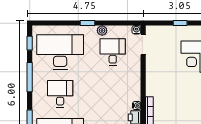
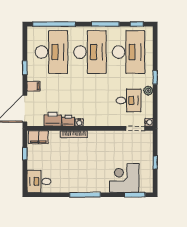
desk: (60, 94) -> (90, 52), width x1.87, depth x1.30

